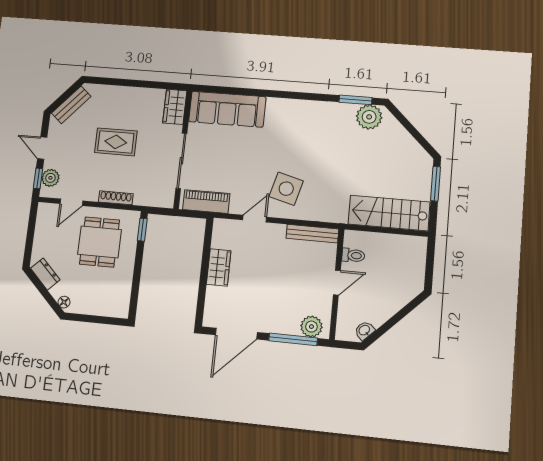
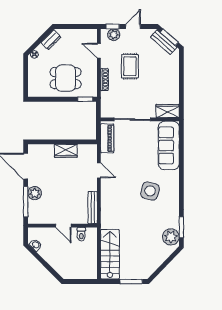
window: (65, 96) -> (169, 37), added
rug: (116, 142) -> (130, 66), moved
side table: (286, 189) -> (150, 191), moved
dining table: (99, 242) -> (66, 78), moved
plant: (311, 327) -> (35, 193), moved

